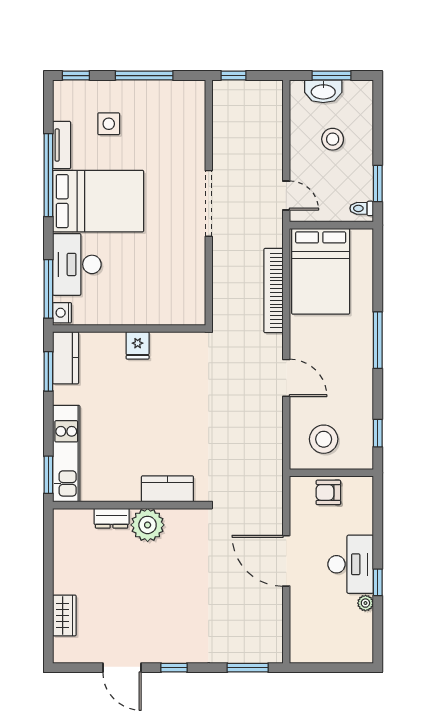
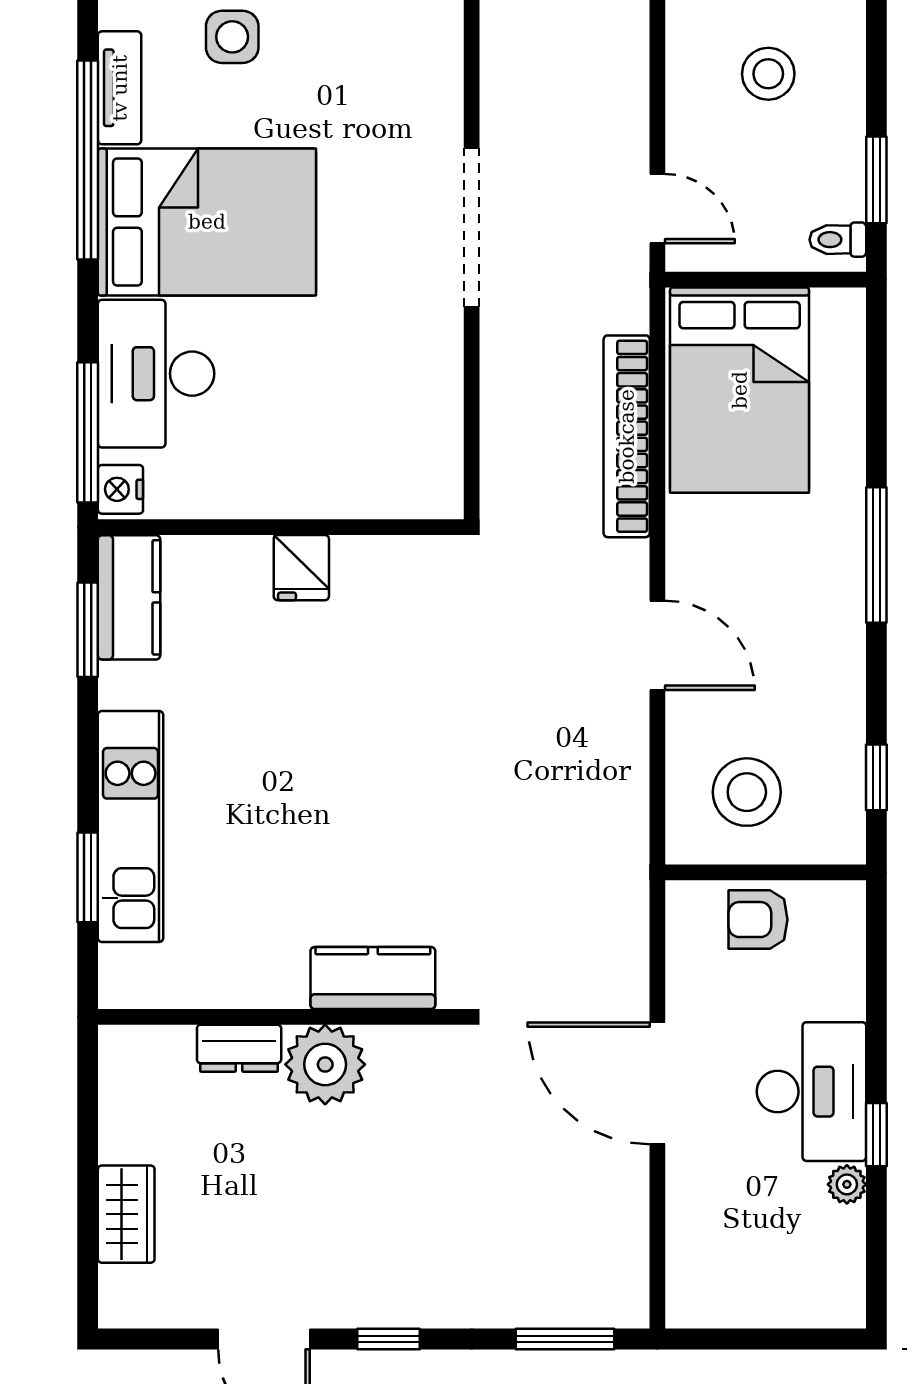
kitchen counter: (167, 489) -> (373, 978), moved
wall: (129, 505) -> (281, 1017), moved
dresser: (112, 518) -> (239, 1048), moved
plant: (148, 525) -> (325, 1064), moved

